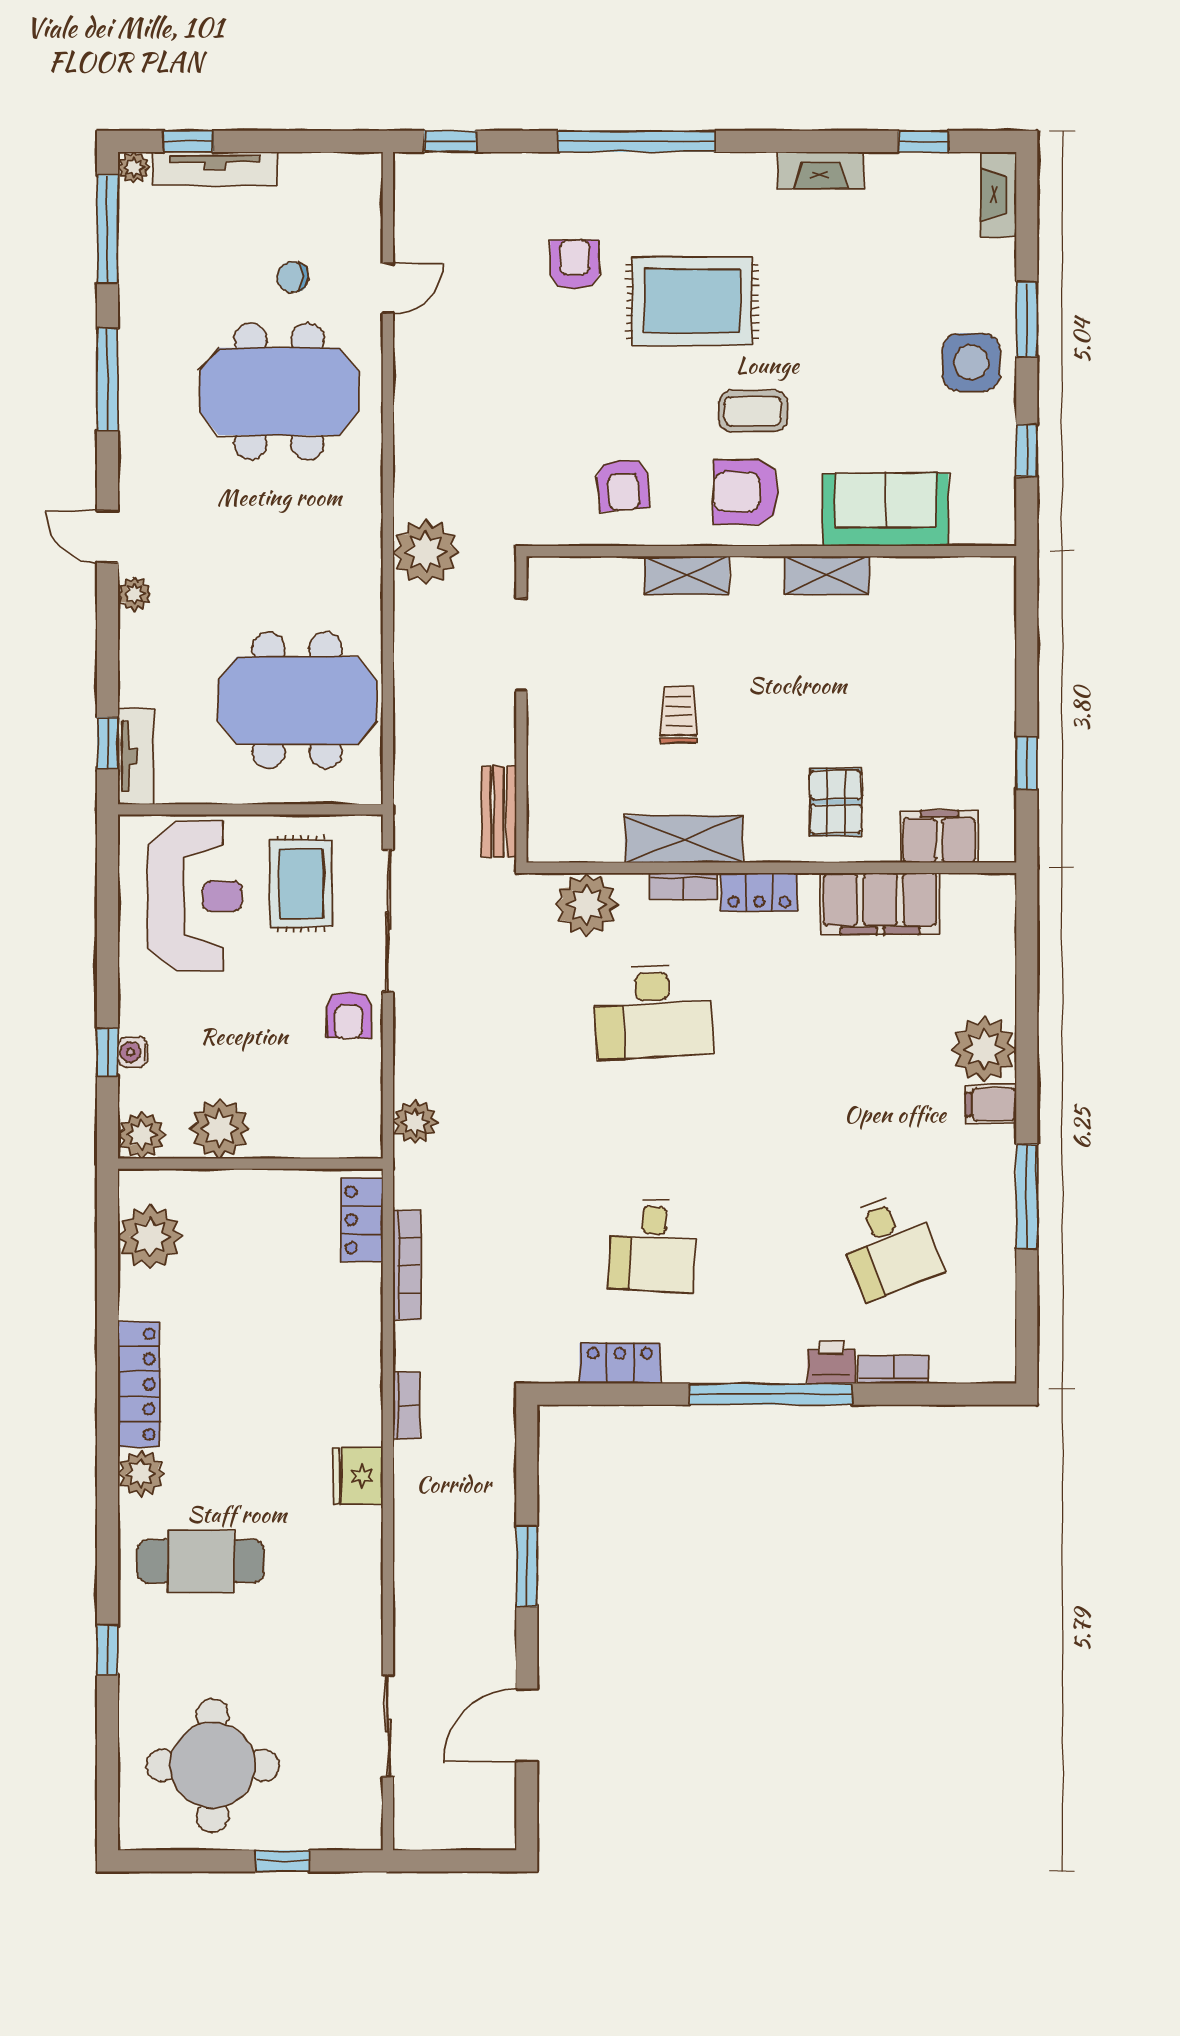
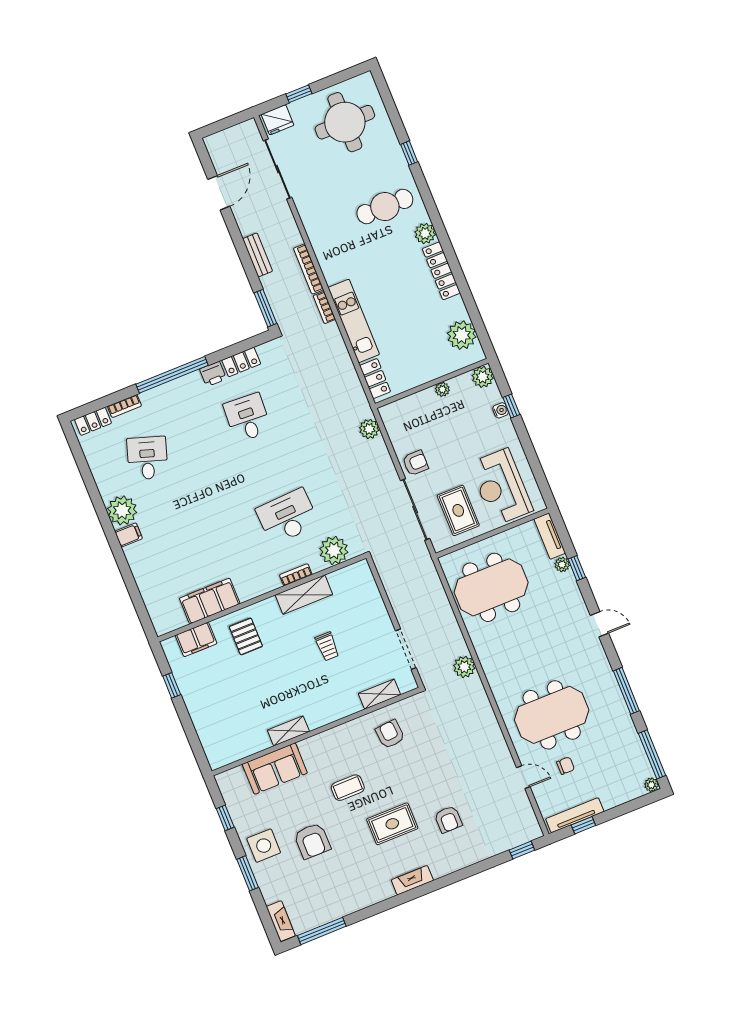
window: (188, 141) -> (583, 825), moved
window: (637, 141) -> (443, 882), removed
window: (923, 141) -> (322, 931), width x2.17
tv unit: (215, 169) -> (575, 815), moved
fireplace: (820, 170) -> (412, 880), moved
door: (388, 288) -> (523, 777), swing flipped
rug: (692, 301) -> (392, 824), width x0.73, depth x0.70
armchair: (746, 492) -> (312, 841), moved, turned 90
plant: (426, 552) -> (464, 667), width x0.73, depth x0.73
shelving: (687, 575) -> (379, 694), moved
plant: (134, 594) -> (562, 565), moved
window: (107, 743) -> (577, 568), moved
bench: (499, 812) -> (258, 255), moved
locker: (759, 892) -> (93, 421), moved, turned 180
armchair: (349, 1015) -> (415, 463), turned 90
plant: (984, 1049) -> (122, 510), moved
plant: (220, 1128) -> (442, 389), width x0.53, depth x0.53
window: (1027, 1196) -> (98, 502), removed
desk: (890, 1245) -> (147, 458), turned 39
bookcase: (407, 1265) -> (309, 269), moved
kitchen unit: (358, 1354) -> (354, 321), added
printer: (831, 1362) -> (213, 374), moved
fridge: (358, 1476) -> (278, 120), moved, turned 90
window: (527, 1566) -> (265, 308), moved
sliding door: (388, 1725) -> (278, 169), width x1.37

